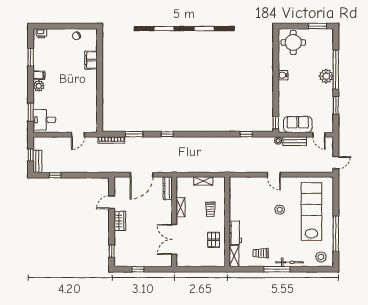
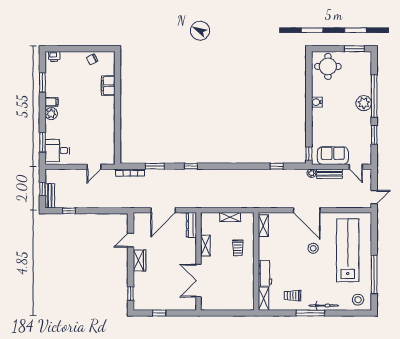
door: (274, 175) -> (307, 210), width x1.87
shelving: (234, 189) -> (263, 226), added
pallet: (214, 240) -> (241, 281), removed

